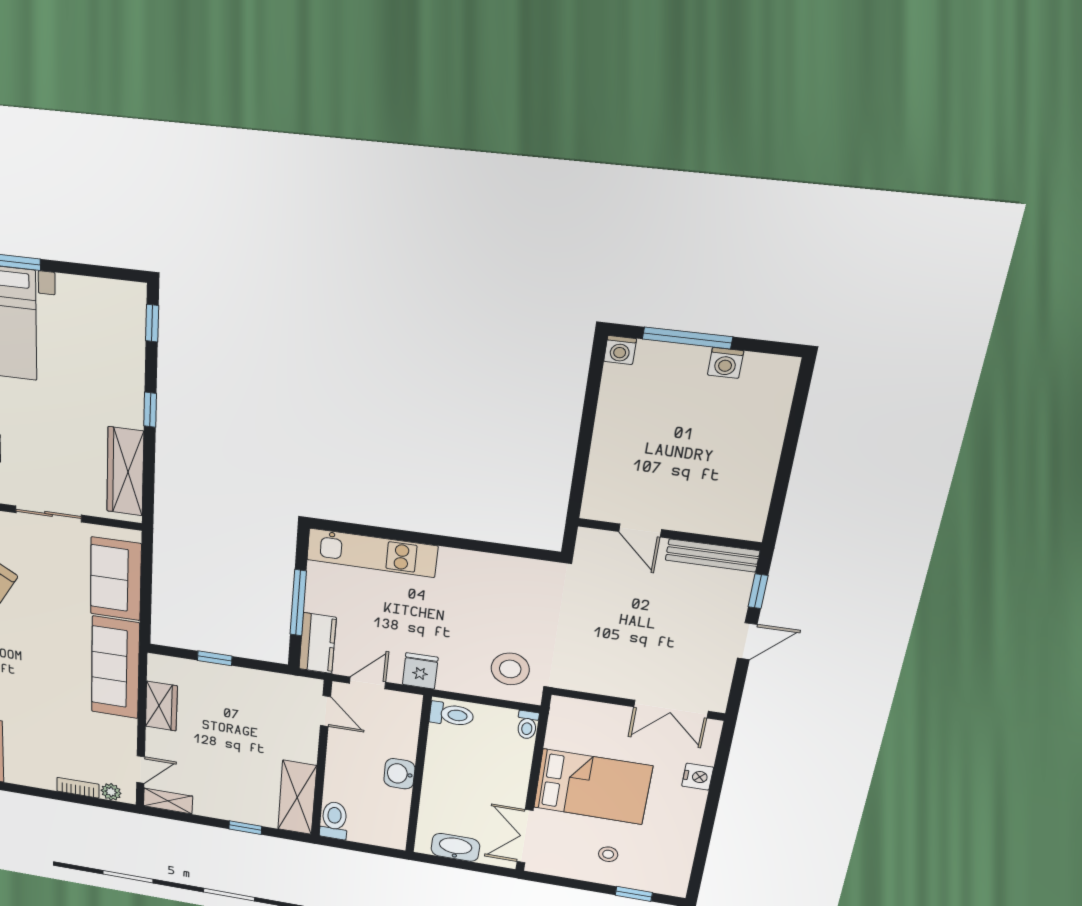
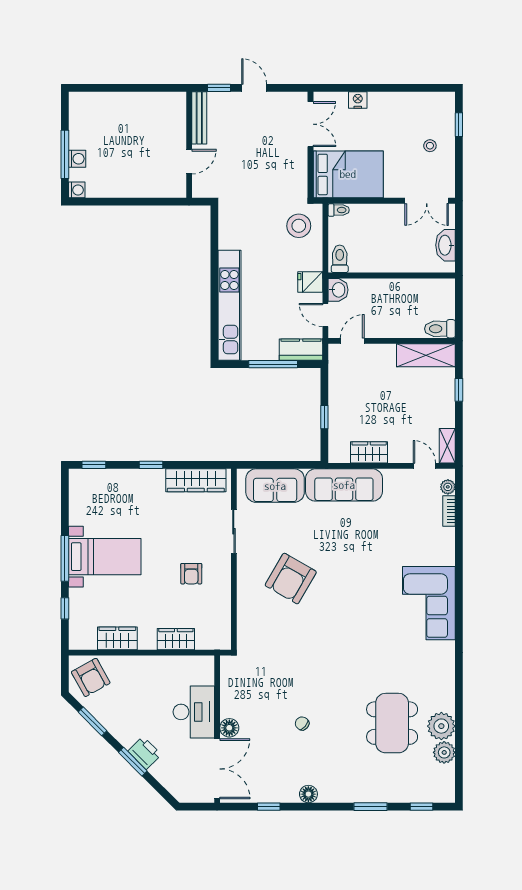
washing machine: (726, 363) -> (77, 159), moved
kitchen unit: (372, 553) -> (229, 305), width x1.36
washbasin: (399, 774) -> (338, 290), moved, turned -90
bed: (593, 787) -> (348, 174), moved, turned 90

